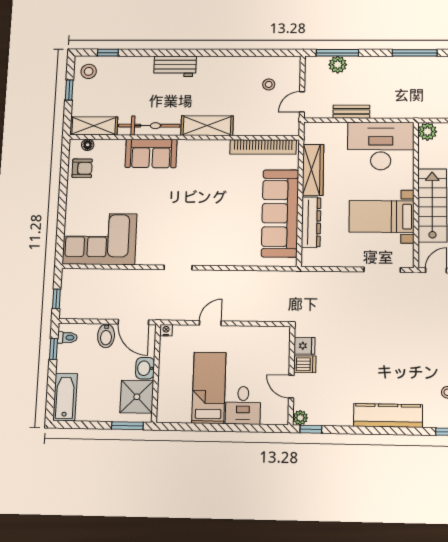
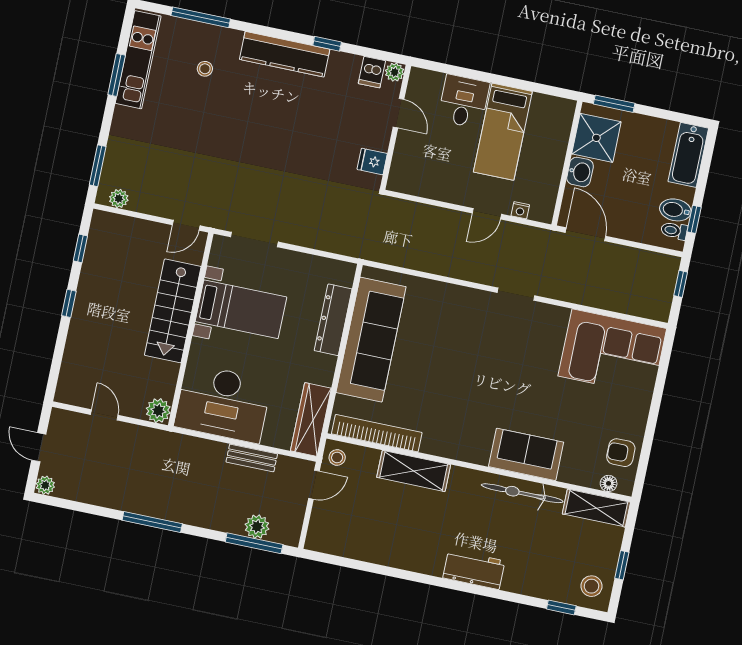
stool: (269, 84) -> (337, 457), moved
shelving: (207, 126) -> (414, 471), moved
wardrobe: (313, 170) -> (311, 419), moved
nightstand: (166, 330) -> (520, 210), moved
bidet: (106, 336) -> (675, 210), moved, turned -90
dishwasher: (305, 364) -> (372, 72), moved, turned -90
window: (311, 429) -> (327, 44), moved

